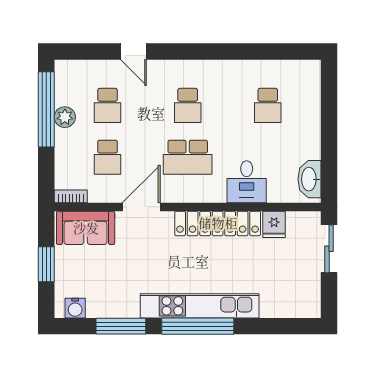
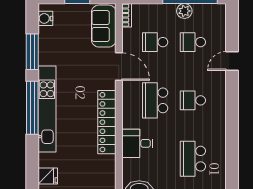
school desk: (268, 105) -> (193, 159), width x1.85
fridge: (274, 224) -> (48, 176), moved, turned 180

